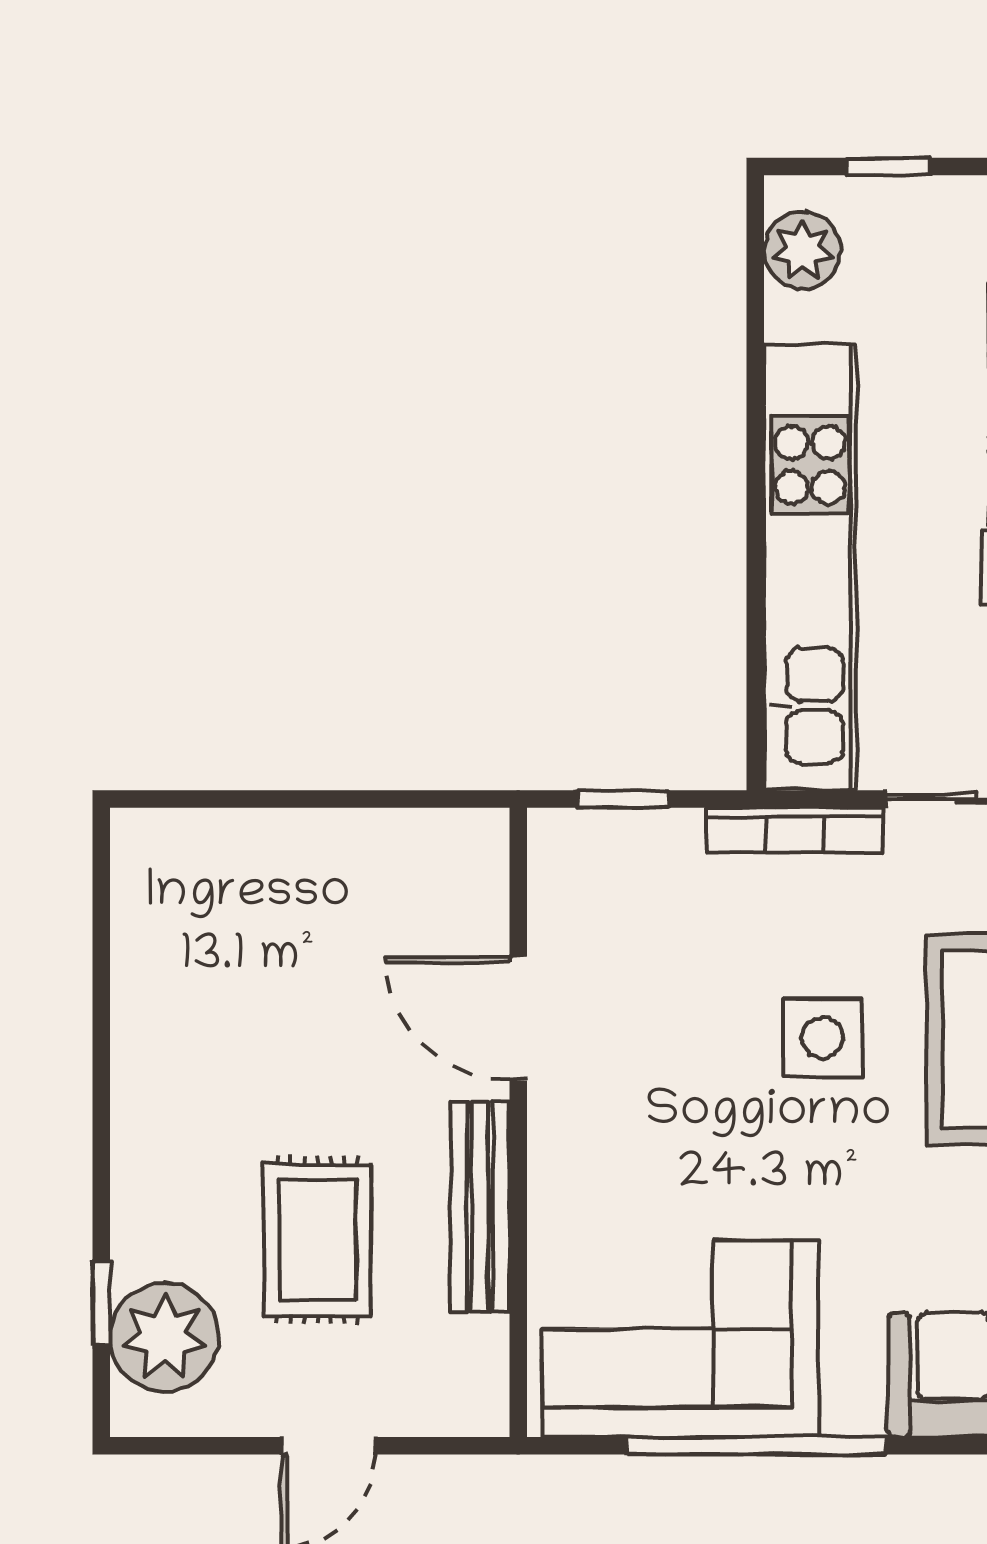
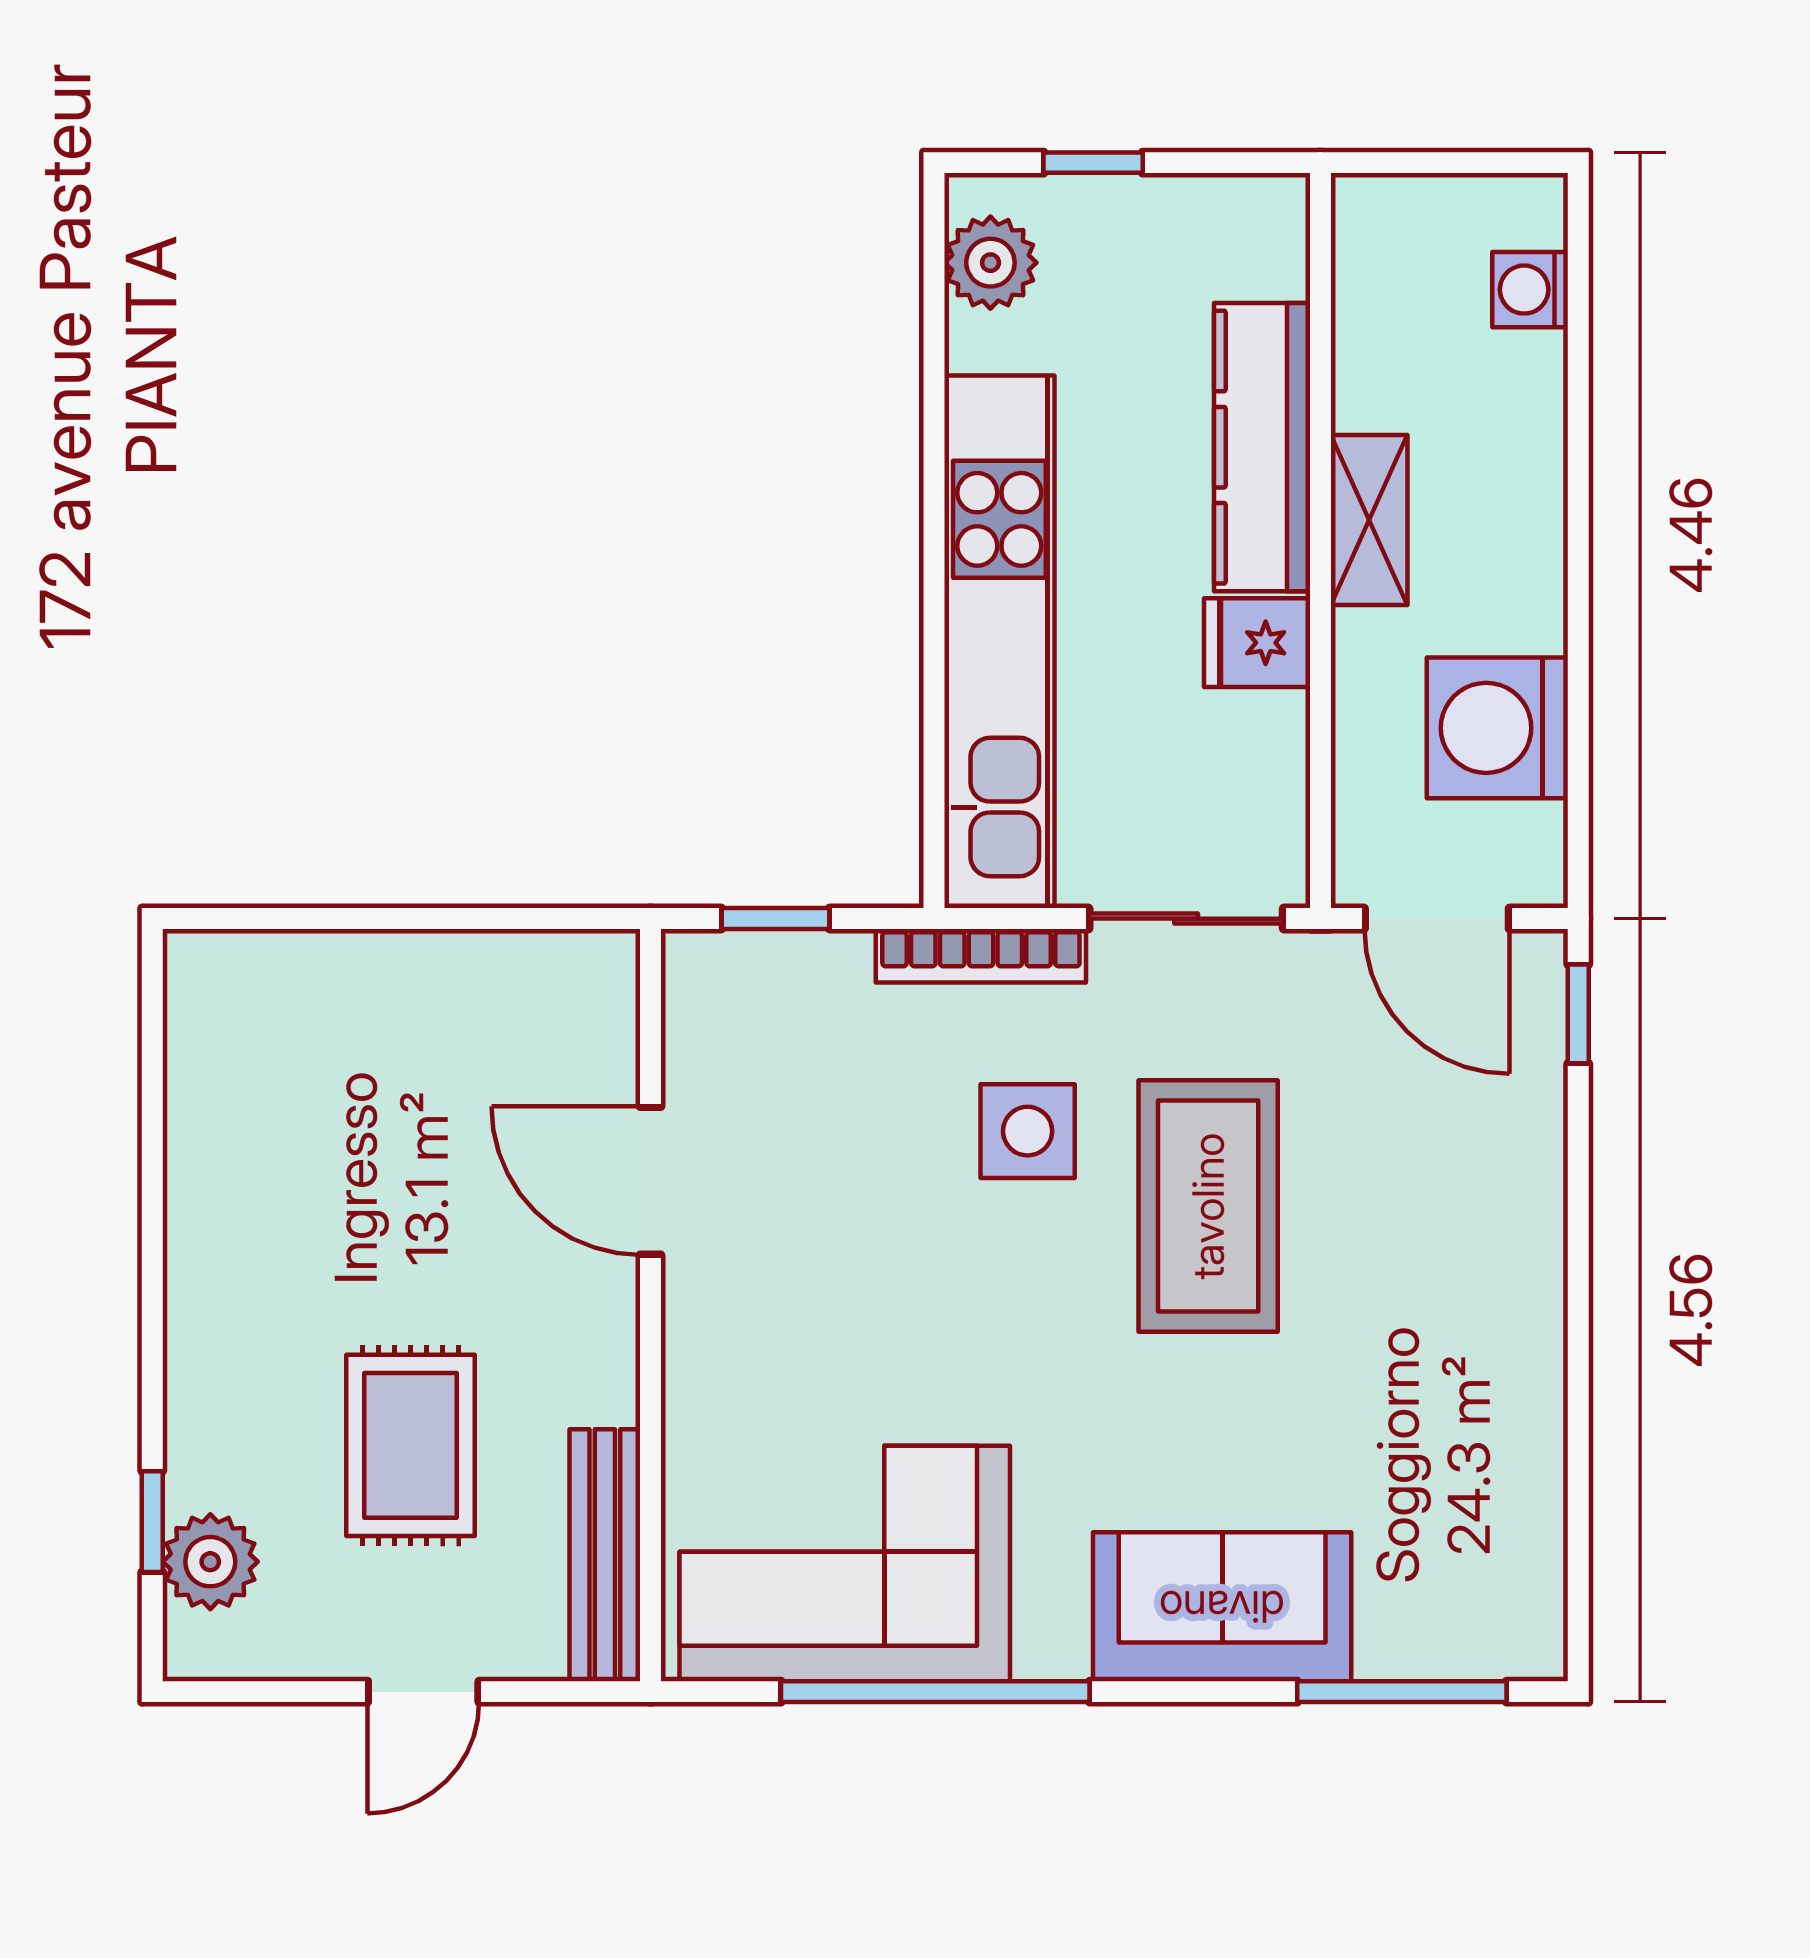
side table: (822, 1038) -> (1028, 1131), moved
bench: (480, 1207) -> (605, 1555), moved
plant: (164, 1337) -> (210, 1562), width x0.73, depth x0.73

